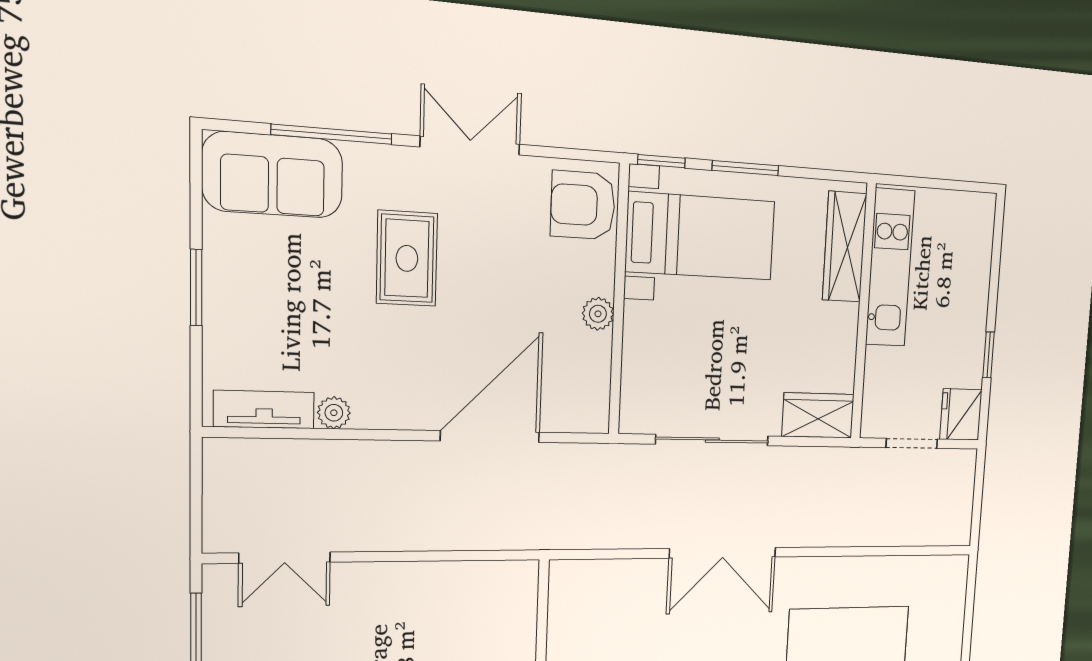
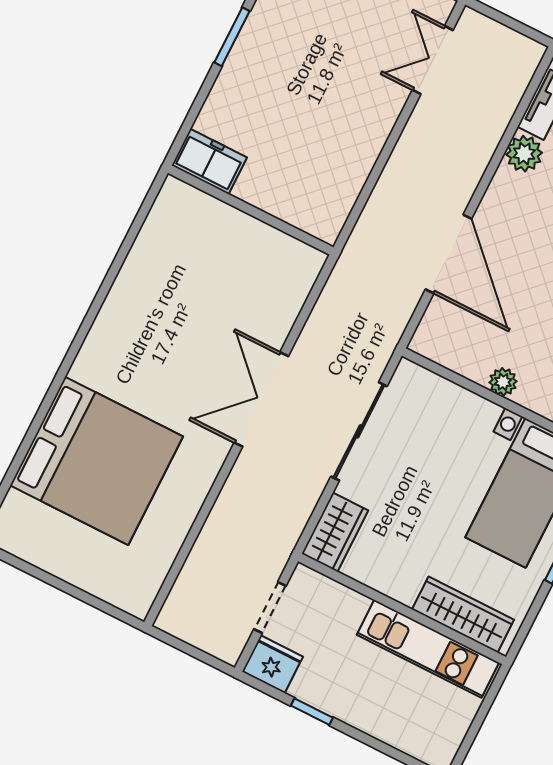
plant: (334, 413) -> (524, 154), width x1.38, depth x1.38

